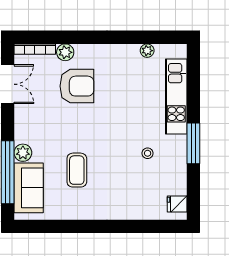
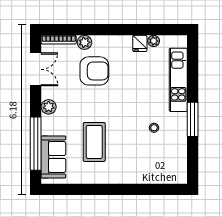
plant: (23, 153) -> (49, 107), moved
coffee table: (77, 170) -> (94, 142), width x1.36, depth x1.32
fridge: (177, 204) -> (140, 43), moved, turned -90

